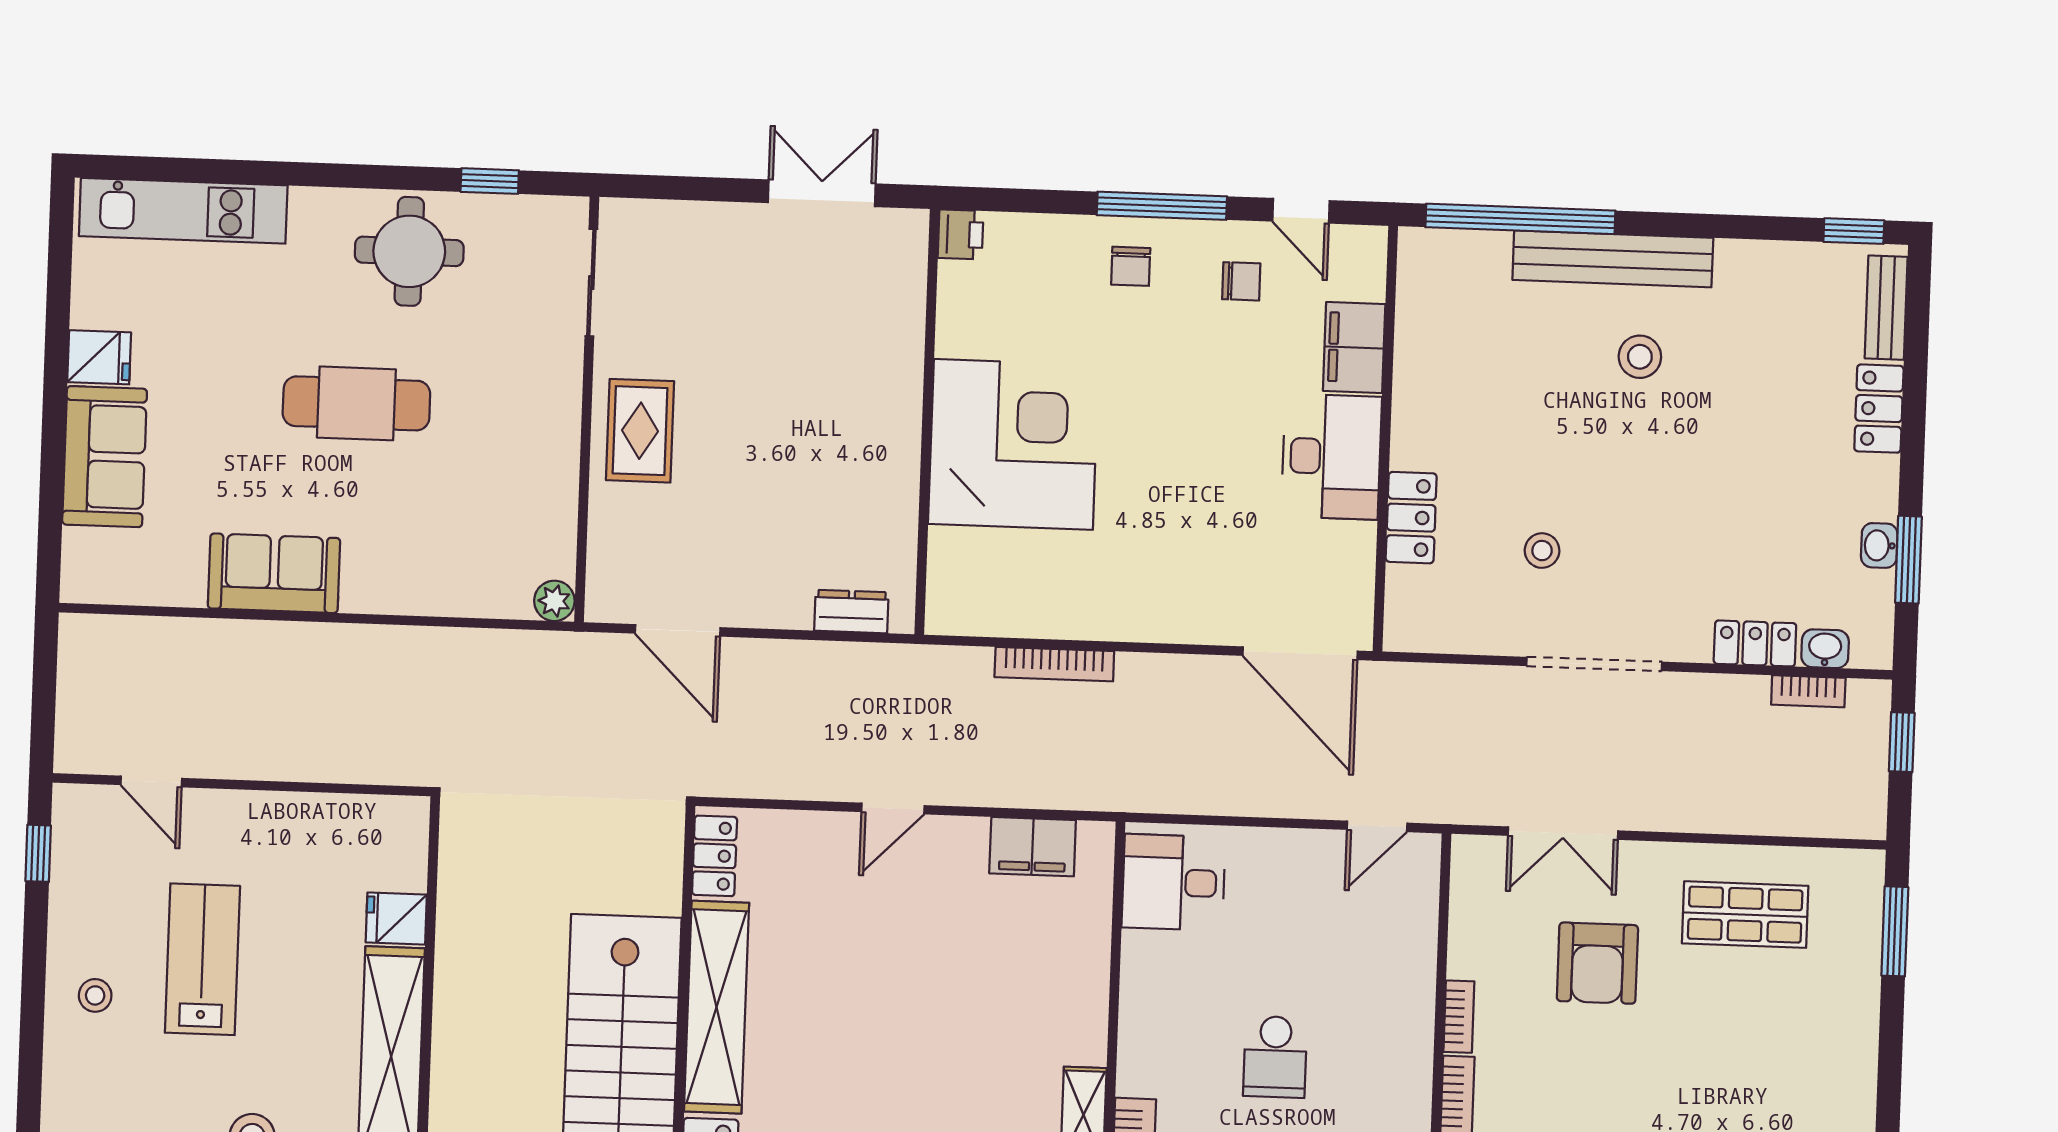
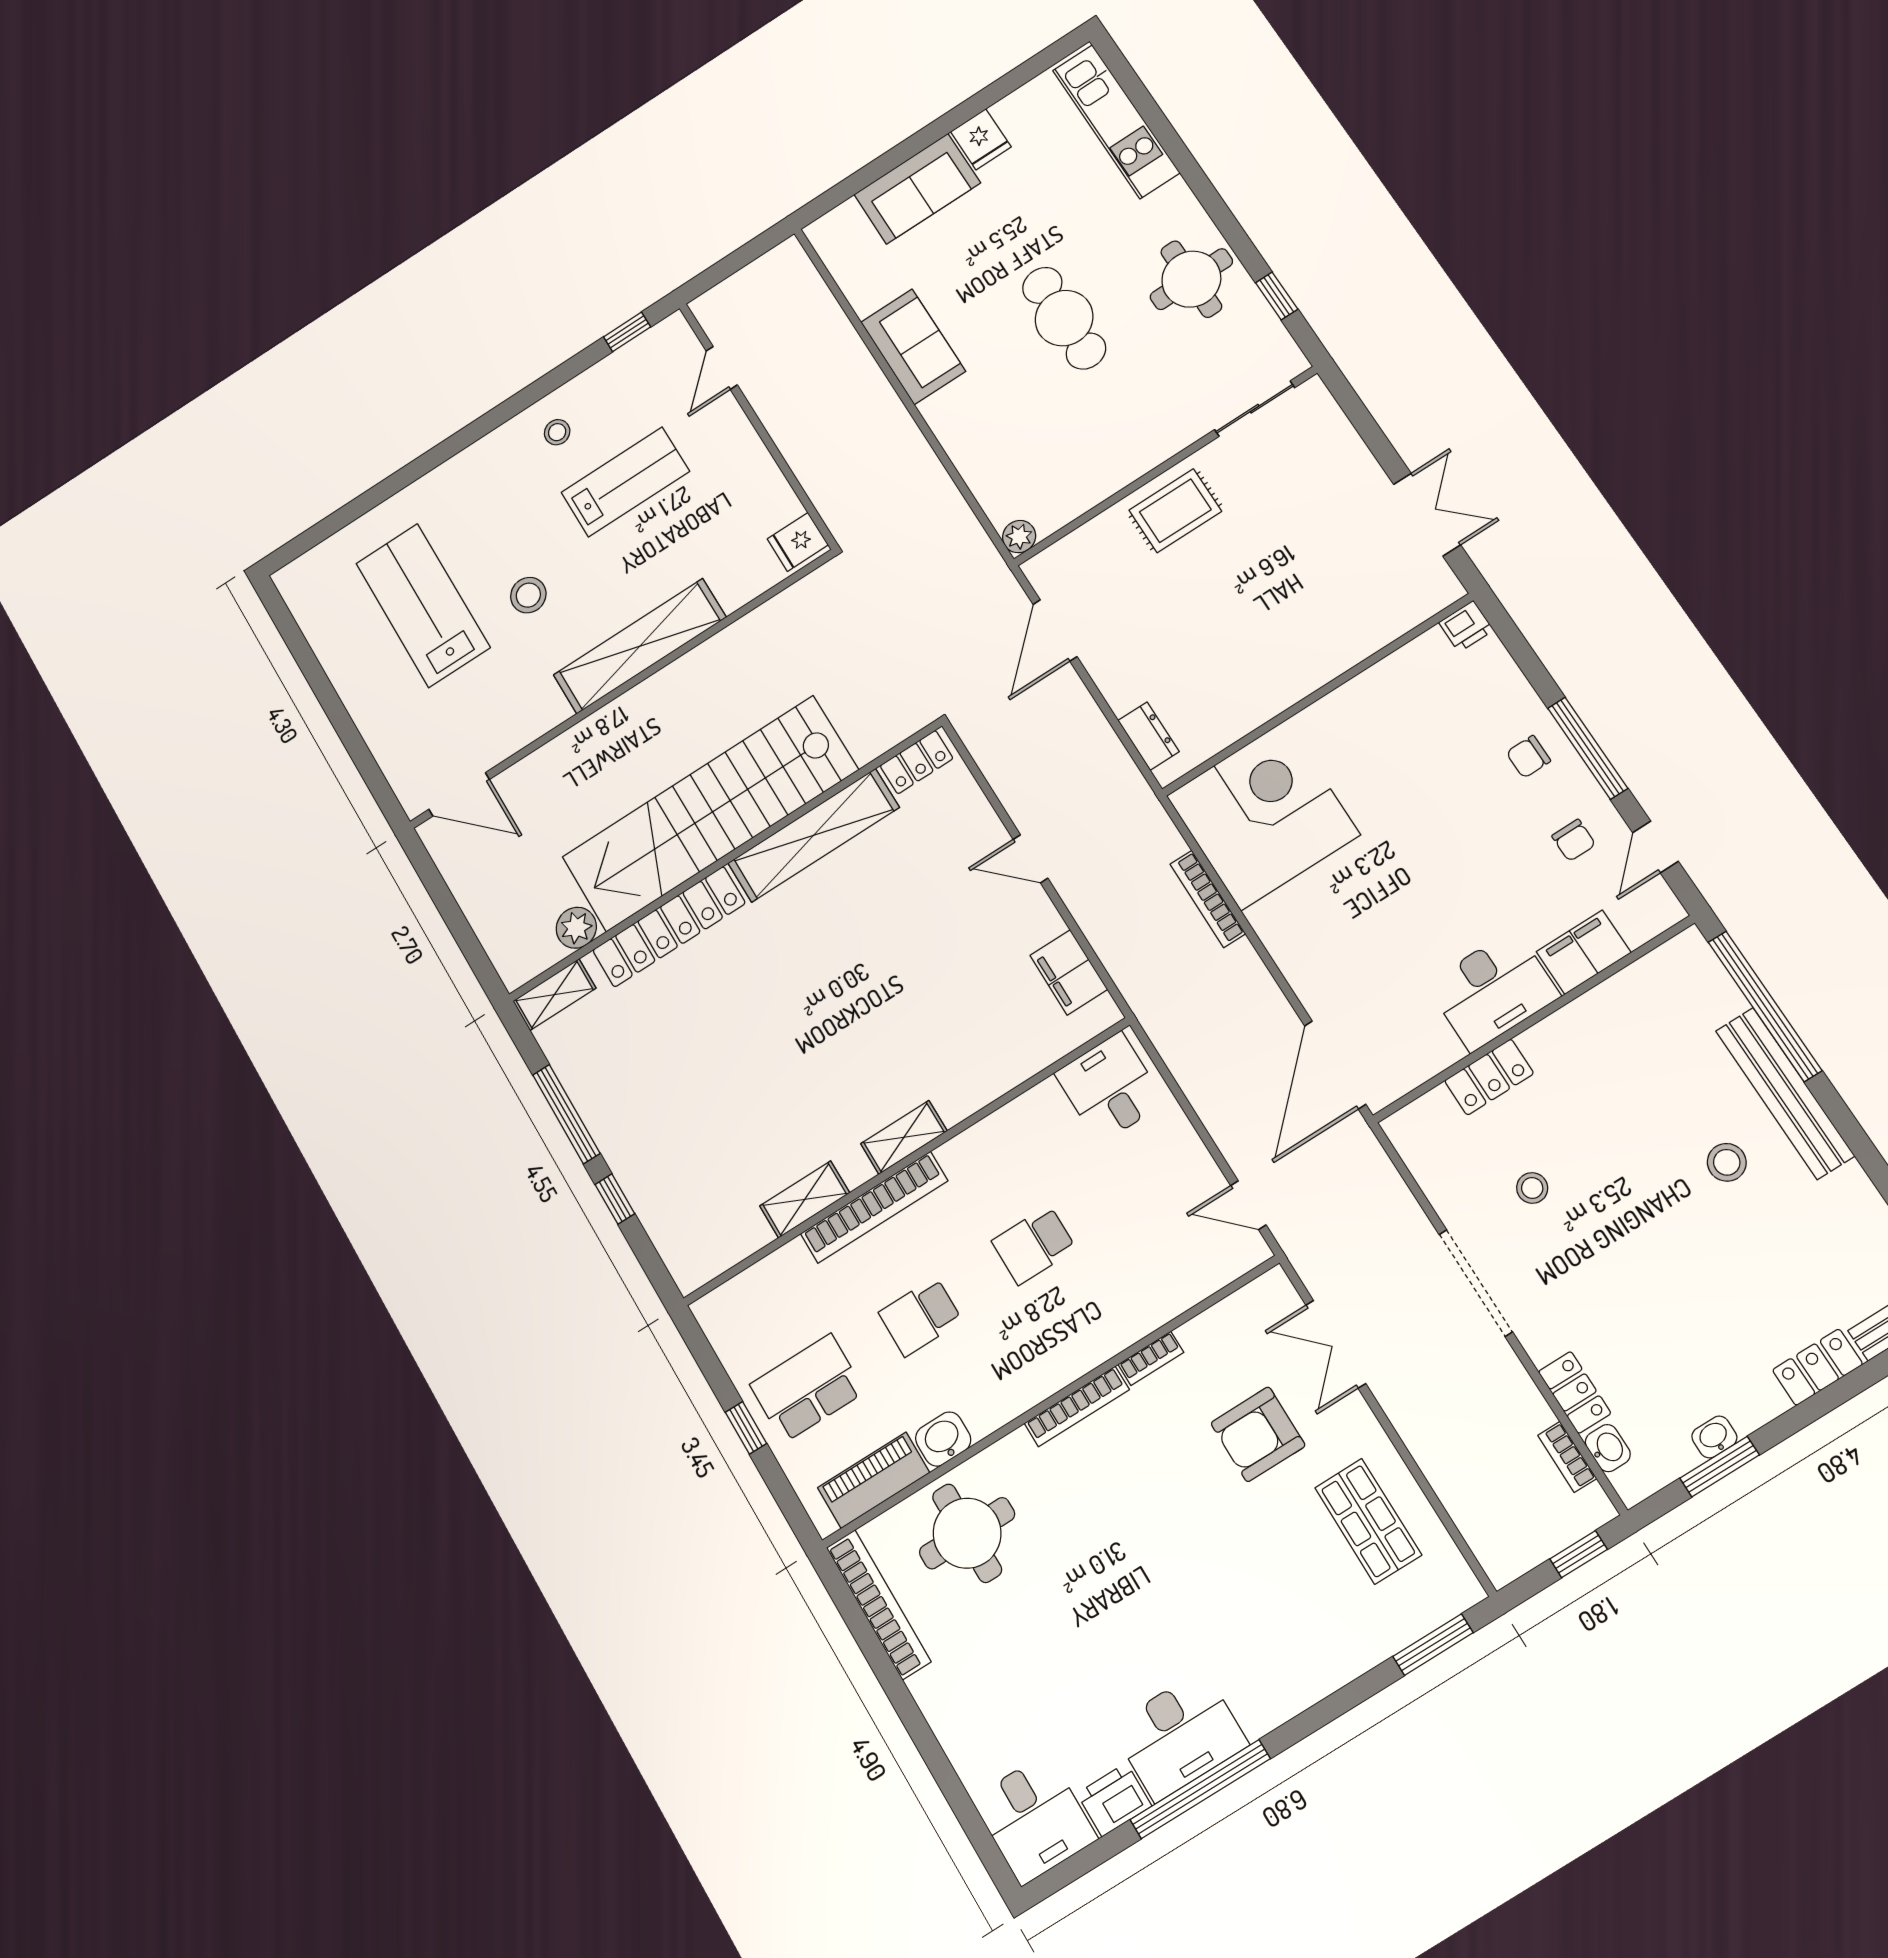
corner desk: (1013, 444) -> (1263, 815), moved, turned -90
fridge: (396, 919) -> (798, 542), moved, turned -90

